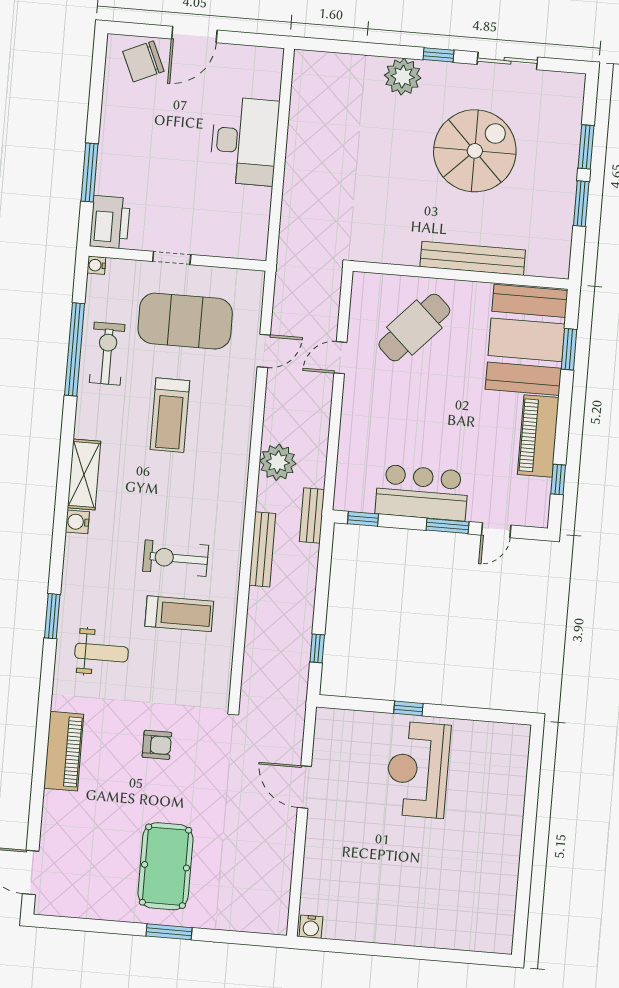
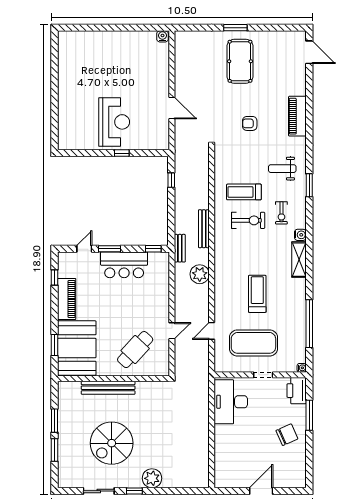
chair: (143, 61) -> (287, 435), moved
desk: (244, 141) -> (231, 402), moved
exercise bike: (107, 354) -> (281, 213), moved, width x0.73, depth x0.72

